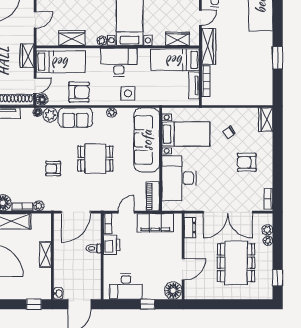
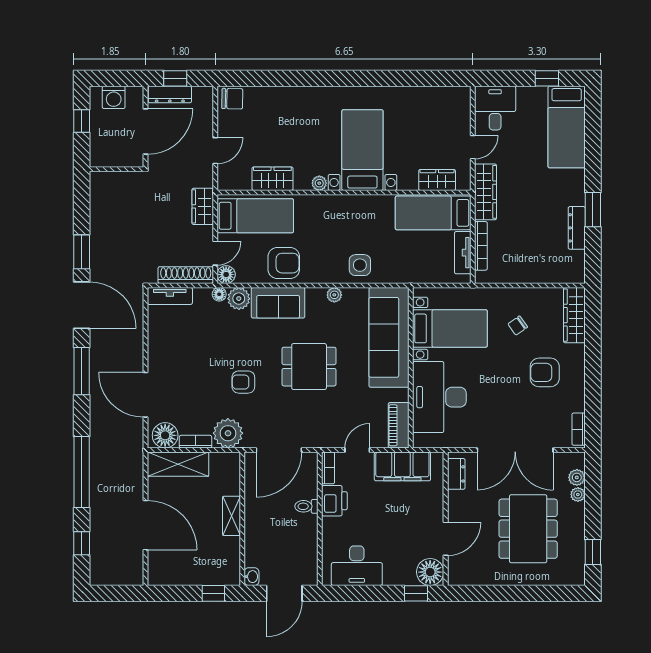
desk: (119, 62) -> (346, 217), removed
dresser: (267, 70) -> (577, 228), added
wardrobe: (266, 120) -> (574, 315), width x1.50
plant: (39, 206) -> (228, 433), width x1.88, depth x1.88
window: (148, 304) -> (416, 593), moved

